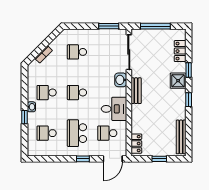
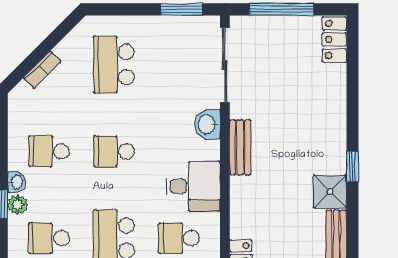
locker: (180, 51) -> (334, 39), moved
school desk: (77, 52) -> (114, 65), width x1.85
window: (189, 70) -> (353, 103), removed
shower: (178, 81) -> (330, 192), moved
plant: (32, 117) -> (18, 205), added

